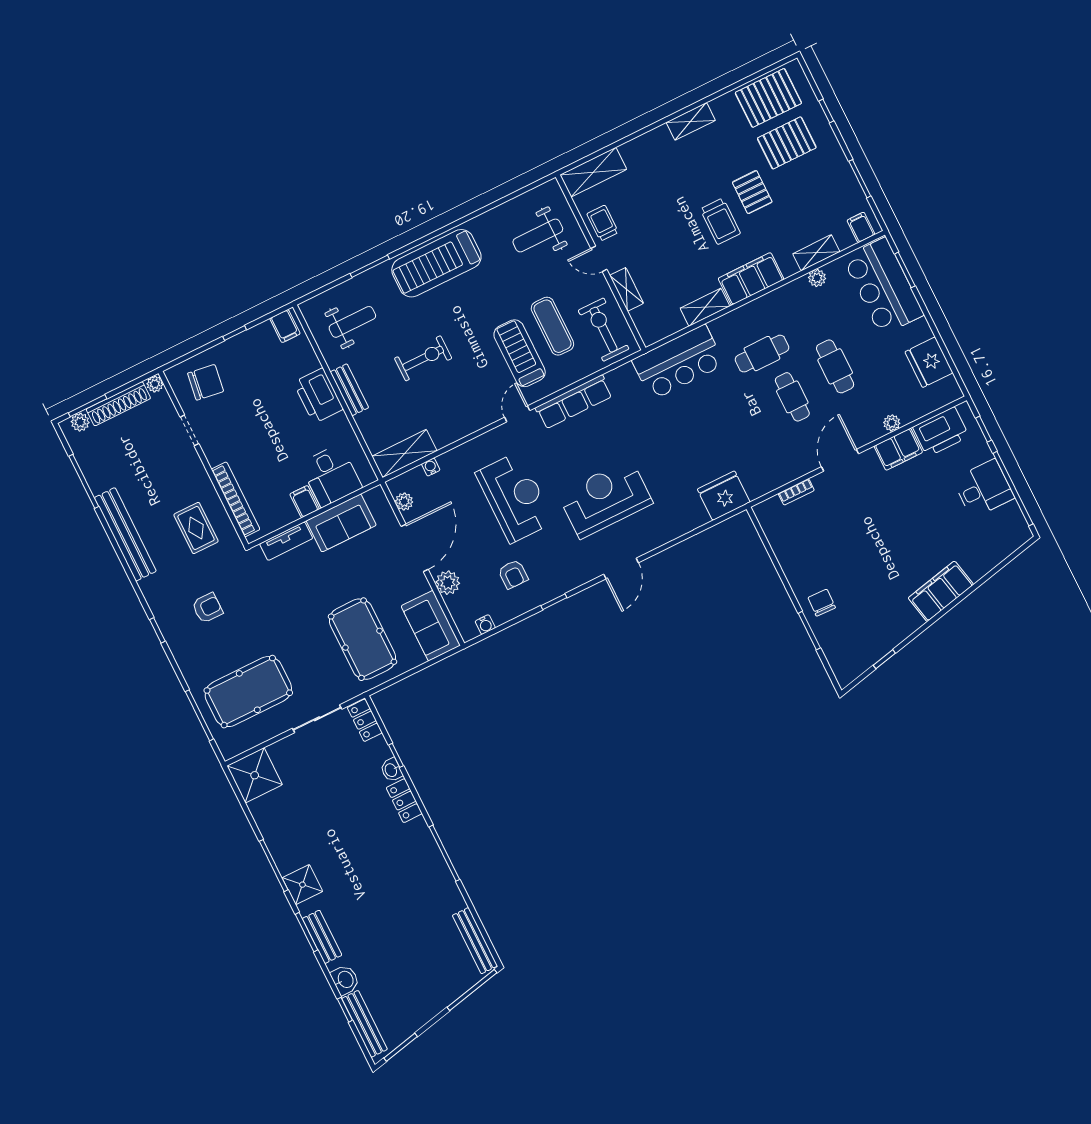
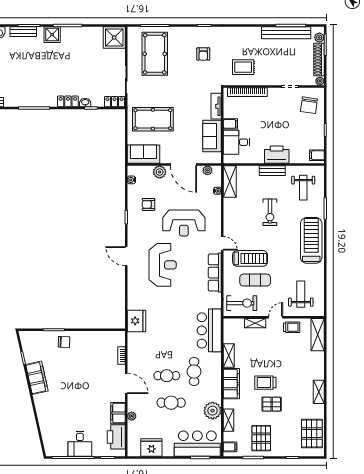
pallet: (787, 143) -> (261, 438), moved
plant: (817, 278) -> (213, 411), width x1.87, depth x1.87
bench: (125, 534) -> (286, 33), moved
filing cabinet: (941, 591) -> (37, 378), moved

